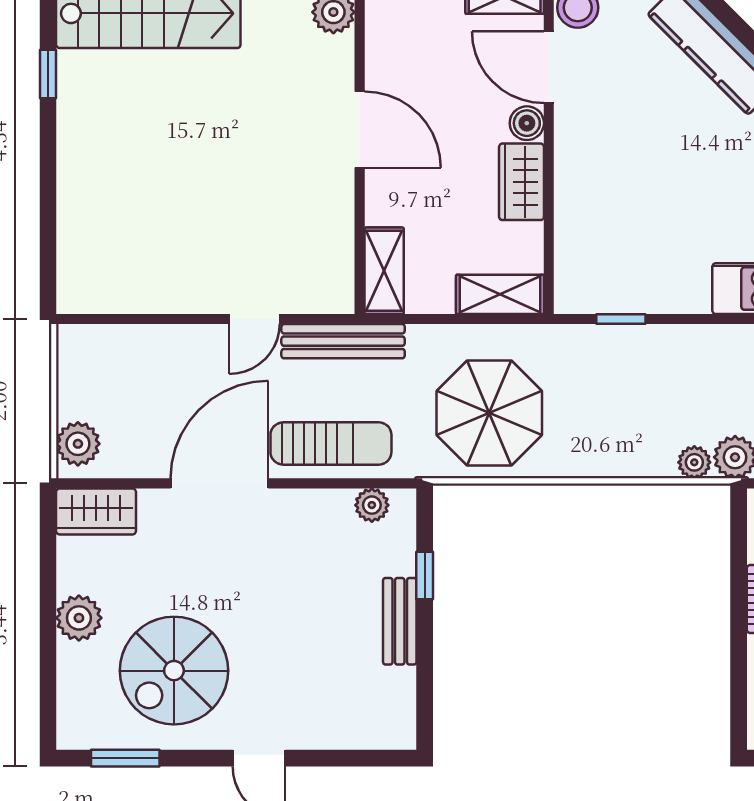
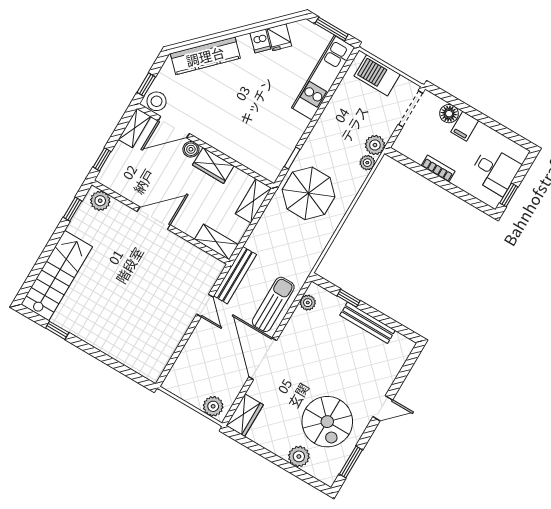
parasol: (489, 413) -> (308, 193), moved
plant: (79, 618) -> (299, 456), moved
bench: (400, 621) -> (368, 323), width x1.36

